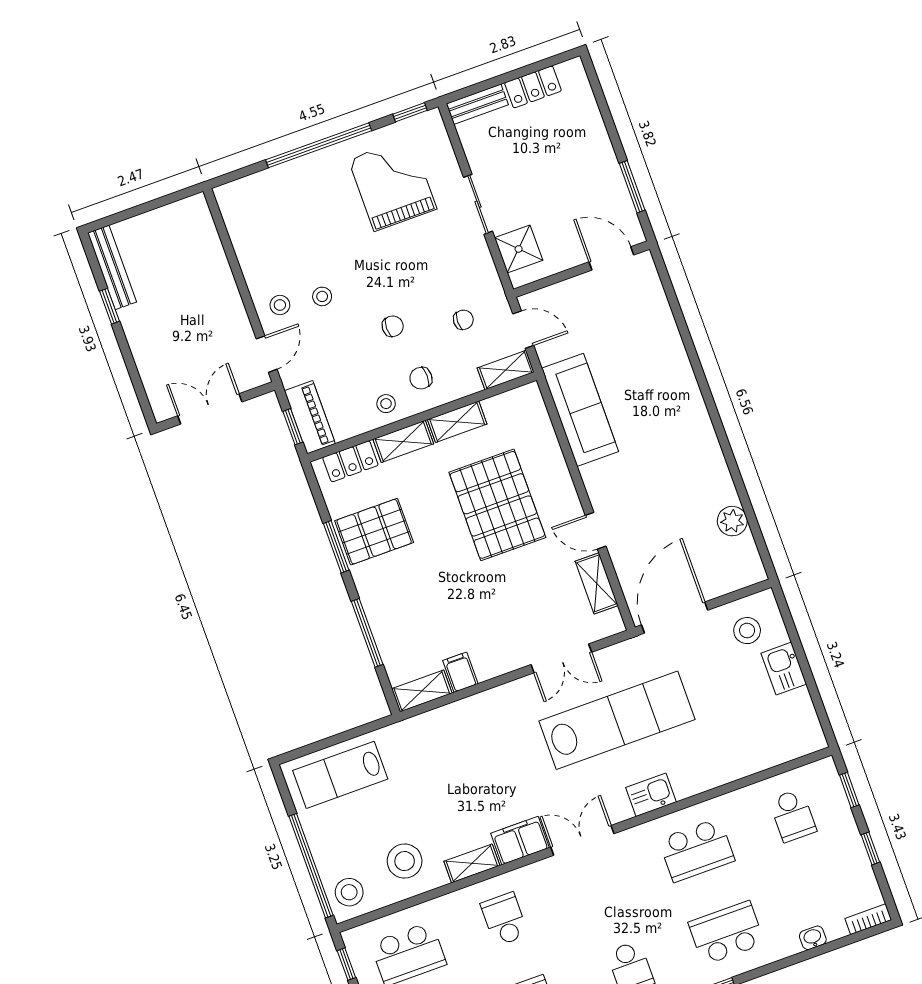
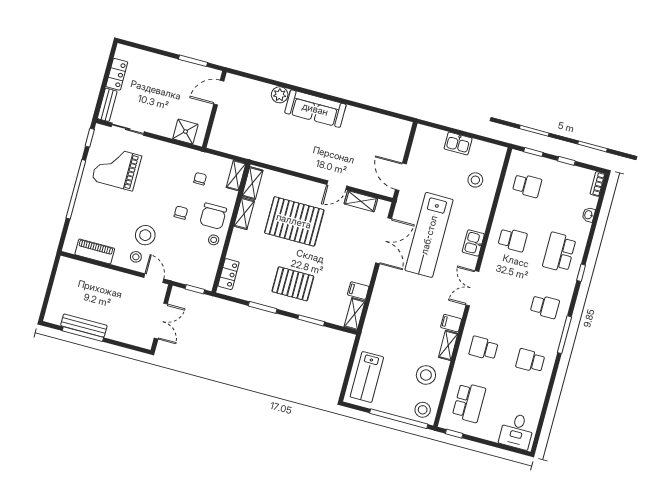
sliding door: (478, 204) -> (128, 129), moved
bench: (112, 267) -> (84, 326), moved
stool: (322, 296) -> (145, 235), width x1.89, depth x1.89
window: (109, 306) -> (83, 334), width x2.17
door: (523, 330) -> (223, 155), removed
chair: (421, 378) -> (213, 216), width x1.87, depth x1.87
double door: (210, 409) -> (161, 321), swing flipped
sofa: (580, 410) -> (315, 109), moved, turned 180
piano: (310, 417) -> (95, 251), moved
shelving: (403, 441) -> (252, 183), moved
plant: (732, 521) -> (280, 95), moved
pallet: (374, 532) -> (293, 284), moved, turned 90
door: (675, 618) -> (401, 177), width x0.73
stool: (747, 631) -> (475, 180), moved
window: (367, 633) -> (311, 320), width x0.69
double door: (561, 658) -> (384, 241), width x1.37
lab bench: (617, 720) -> (429, 235), turned 180
filing cabinet: (520, 840) -> (451, 323), width x0.50
school desk: (697, 850) -> (513, 240), width x0.54

